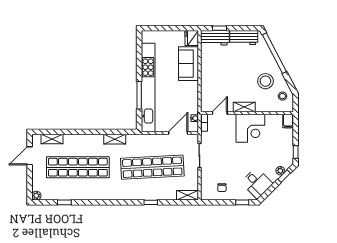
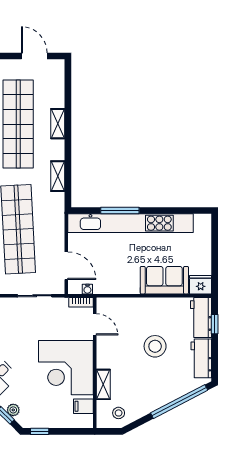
stool: (265, 81) -> (155, 346), moved
shelving: (244, 107) -> (103, 384), moved
filing cabinet: (288, 121) -> (83, 406), moved
corner desk: (250, 128) -> (66, 368), width x1.36, depth x1.36
shelving: (52, 139) -> (58, 124), moved

